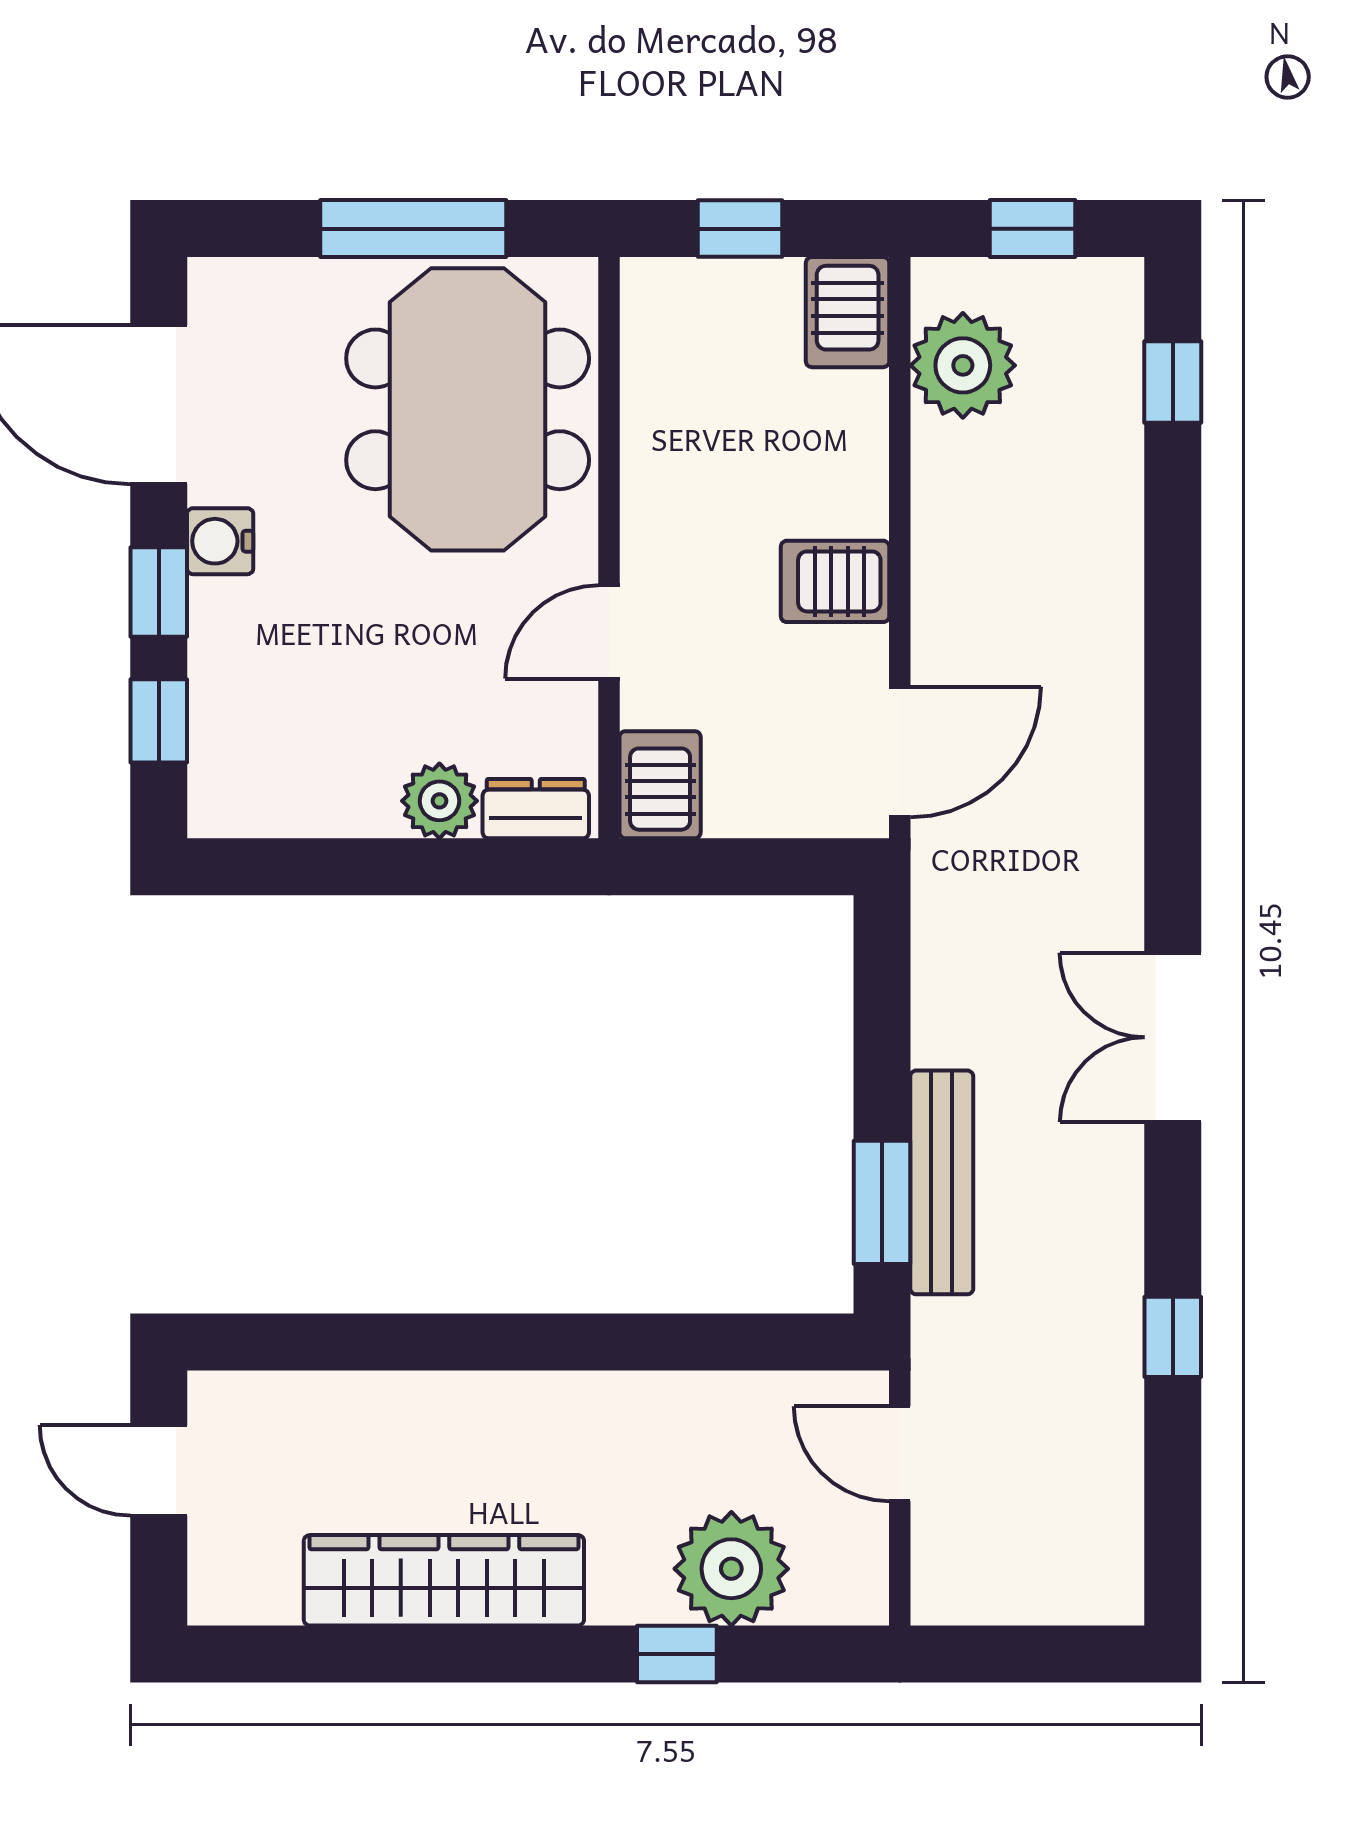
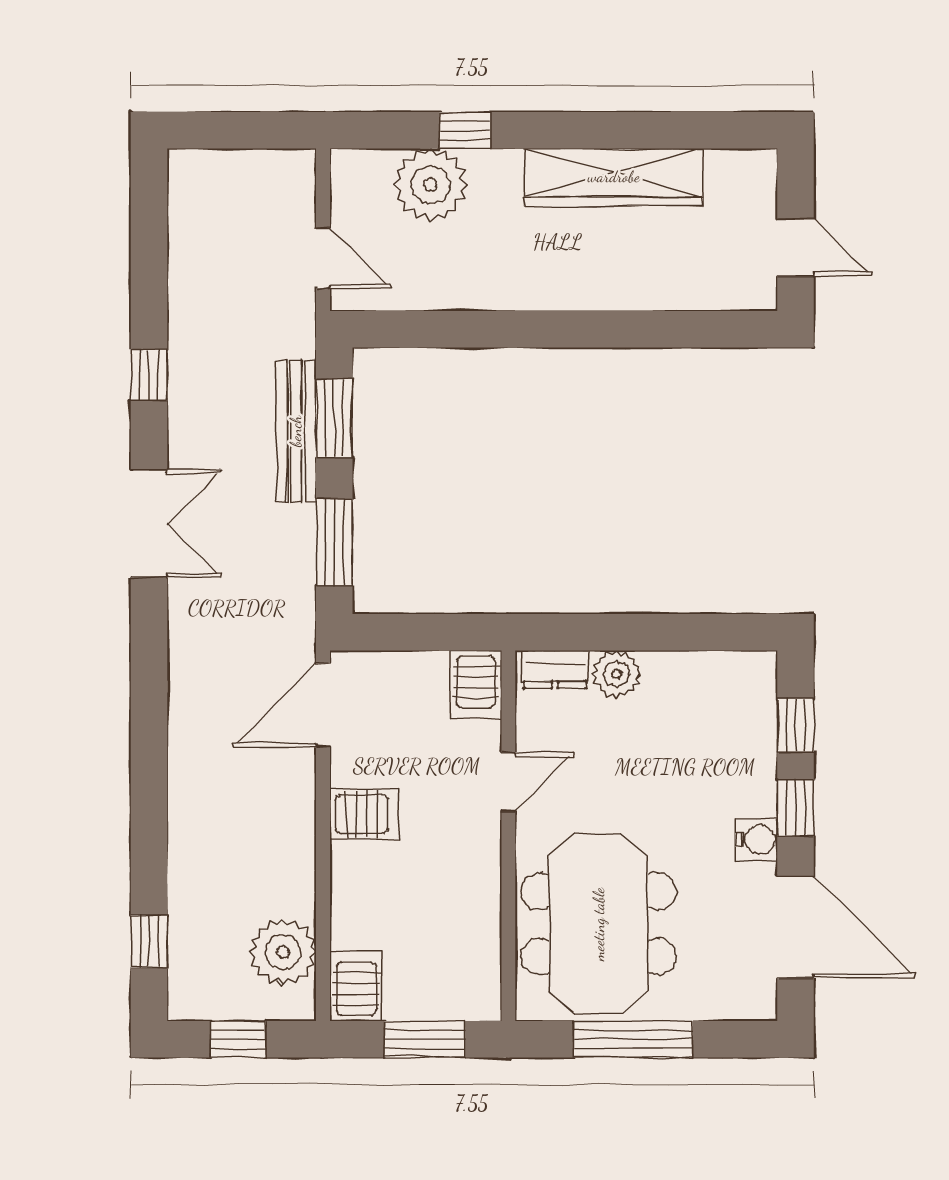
window: (740, 229) -> (425, 1039), width x1.50
window: (882, 1008) -> (334, 542), added
window: (1173, 1337) -> (149, 375), moved

